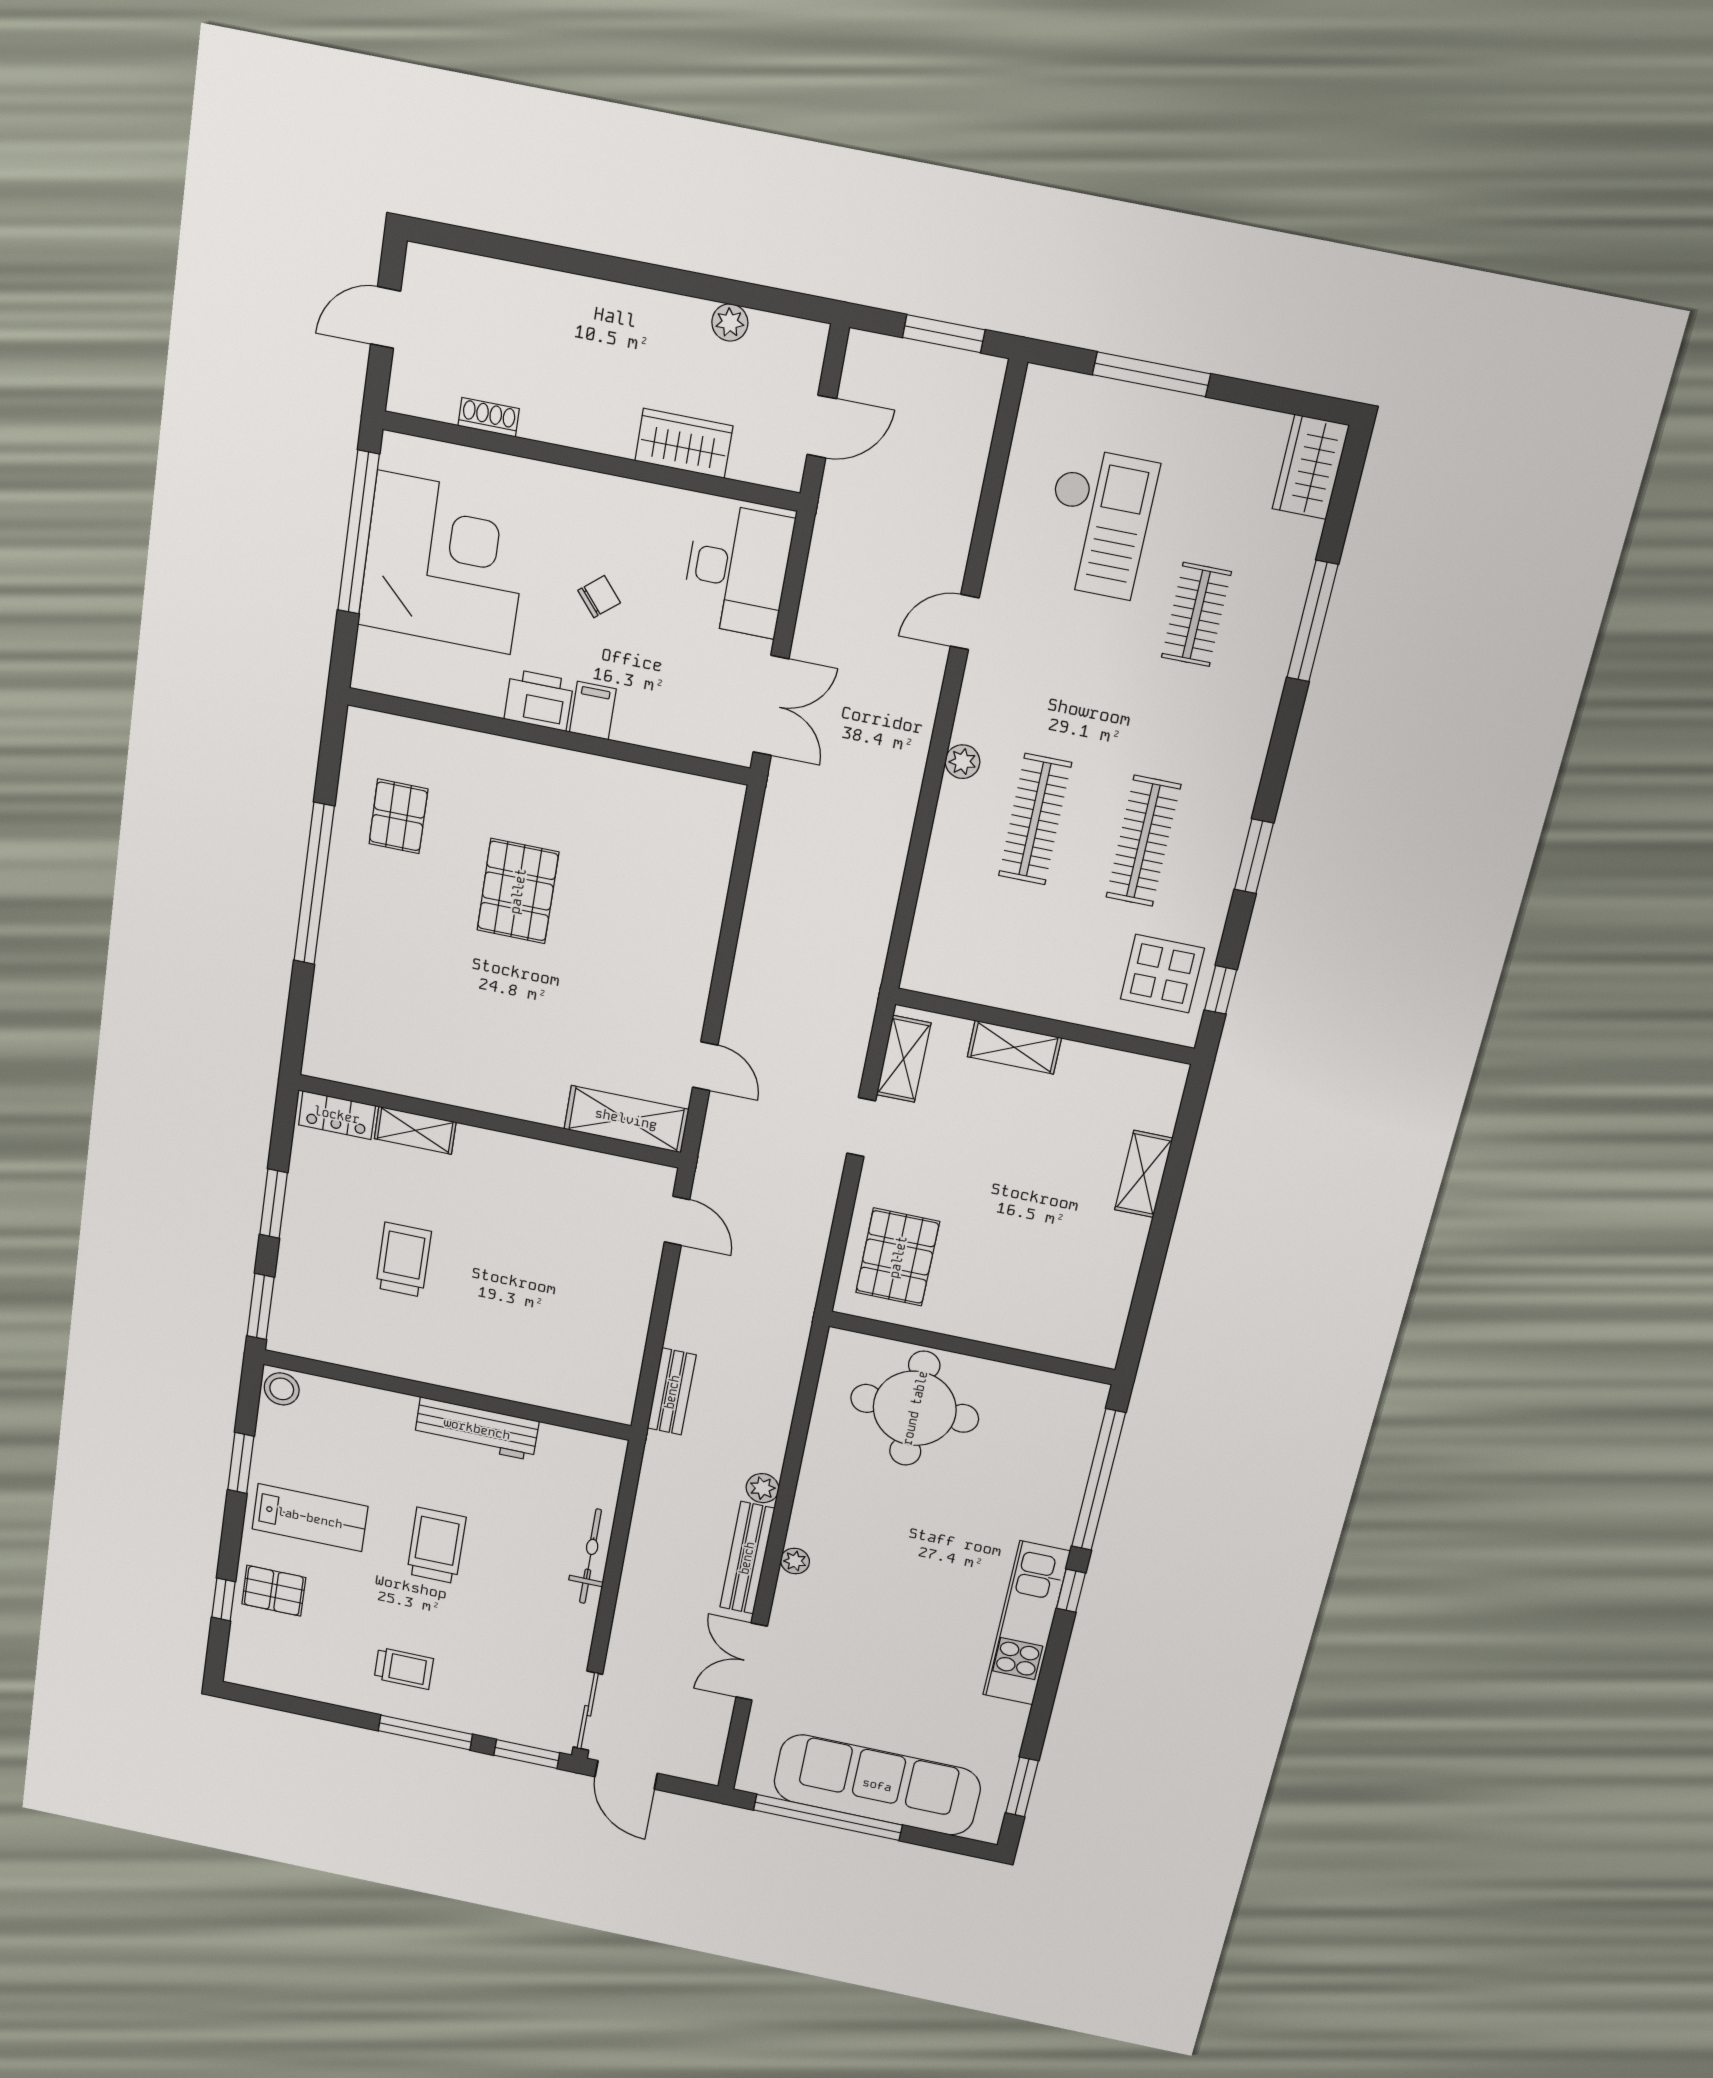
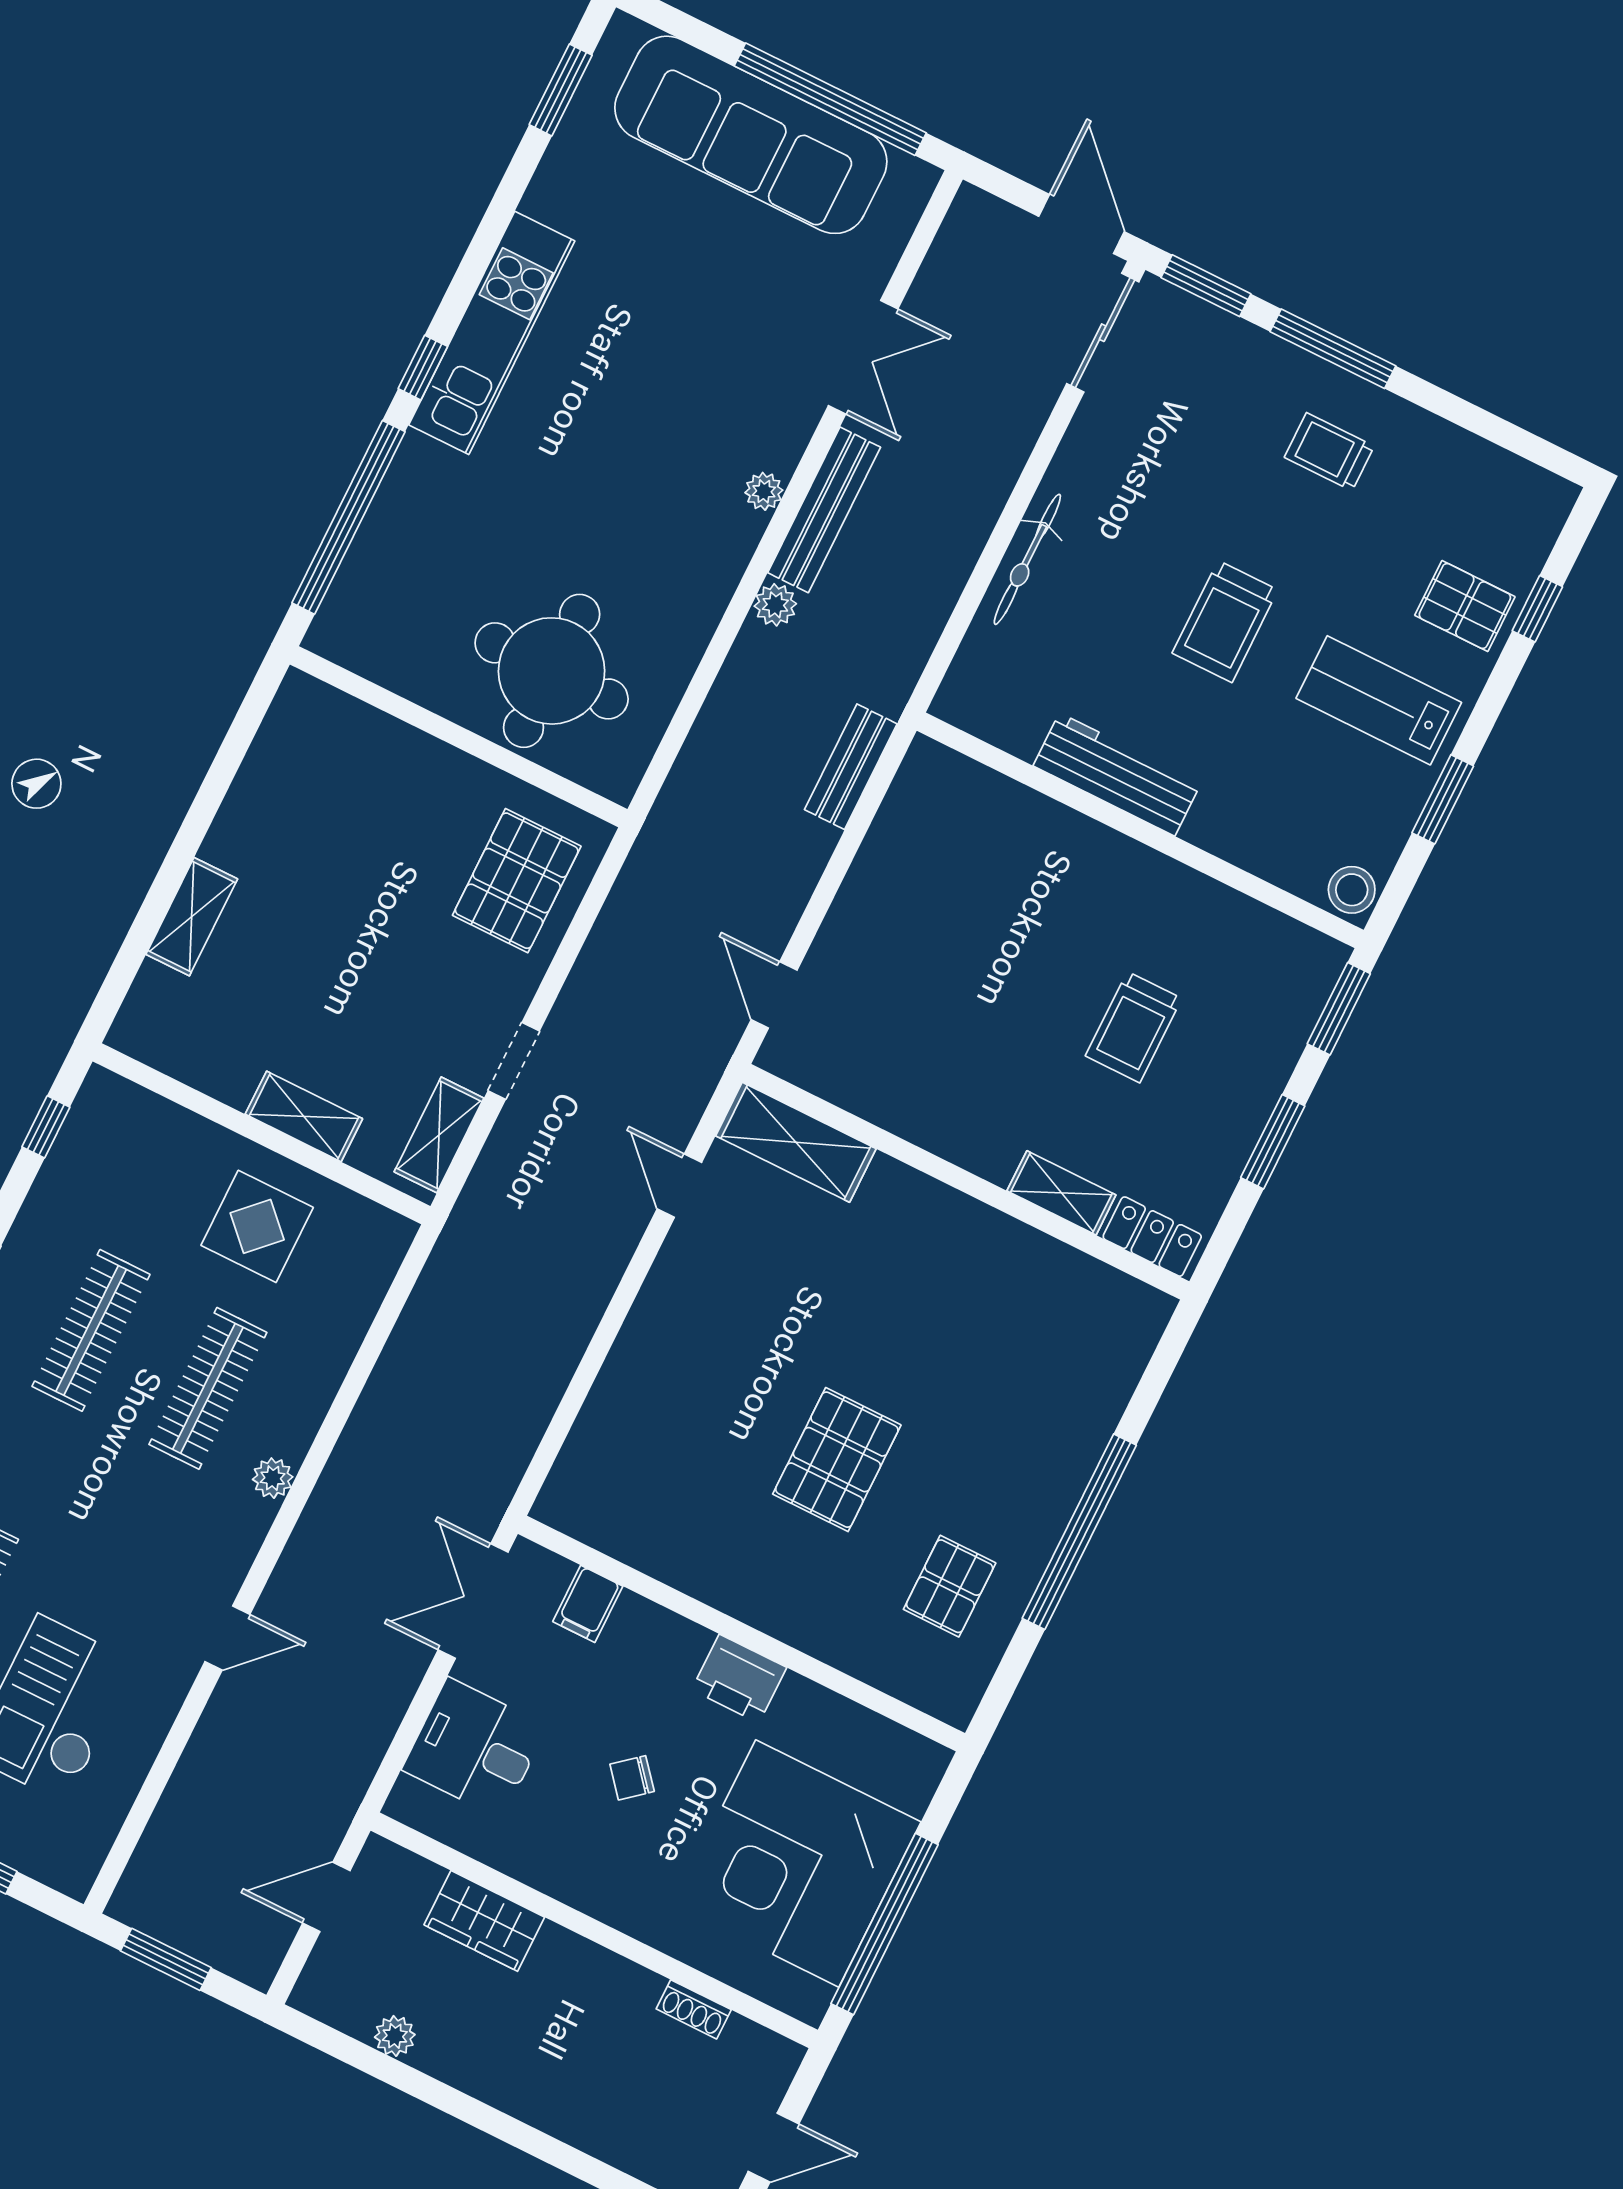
desk: (737, 570) -> (475, 1748), width x0.73
filing cabinet: (593, 711) -> (588, 1604), moved
display table: (1162, 974) -> (257, 1226), moved

